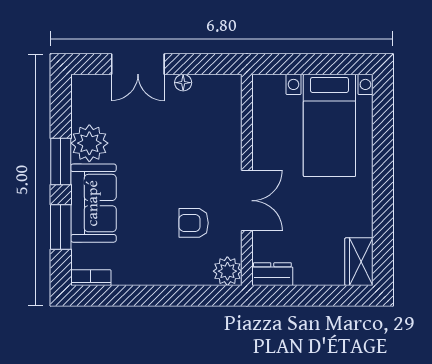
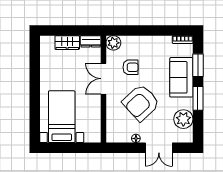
double door: (138, 64) -> (159, 148), swing flipped
plant: (89, 143) -> (183, 119), moved
armchair: (173, 153) -> (141, 103), added
wardrobe: (359, 262) -> (67, 43), moved, turned 90

